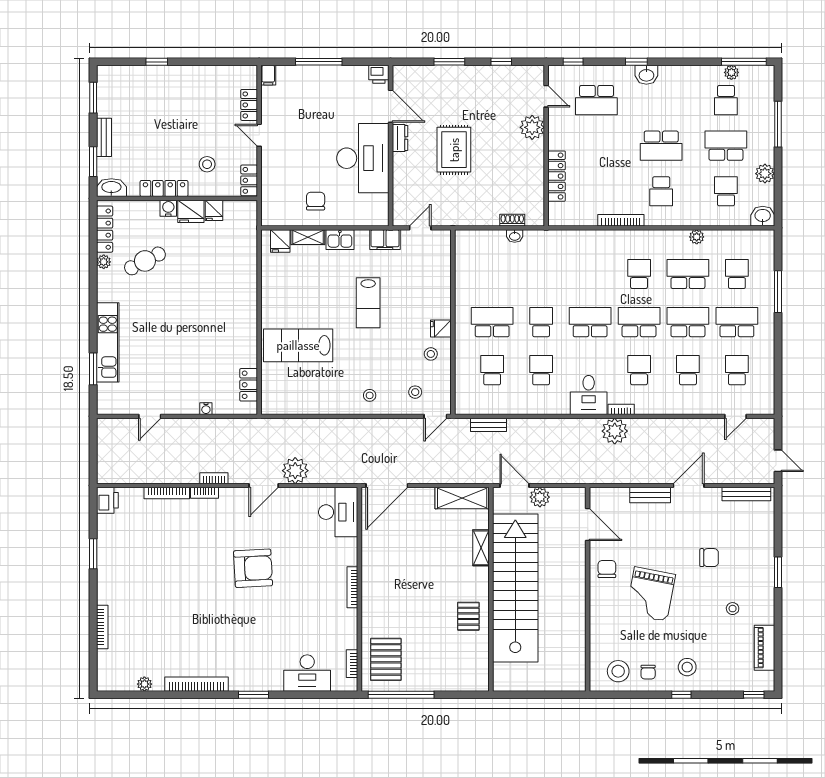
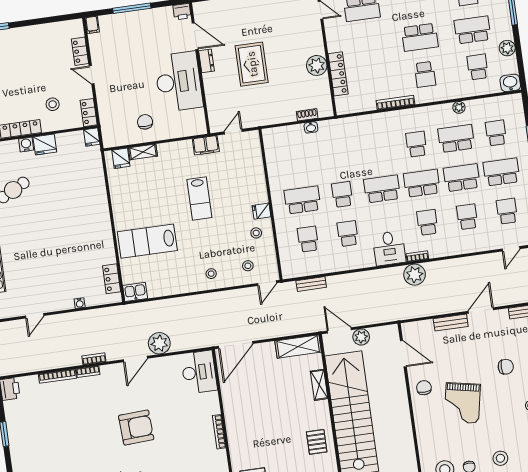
plant: (532, 127) -> (317, 65), moved
fridge: (214, 210) -> (92, 137), moved
kitchen sink: (340, 240) -> (135, 292), moved, turned 180

